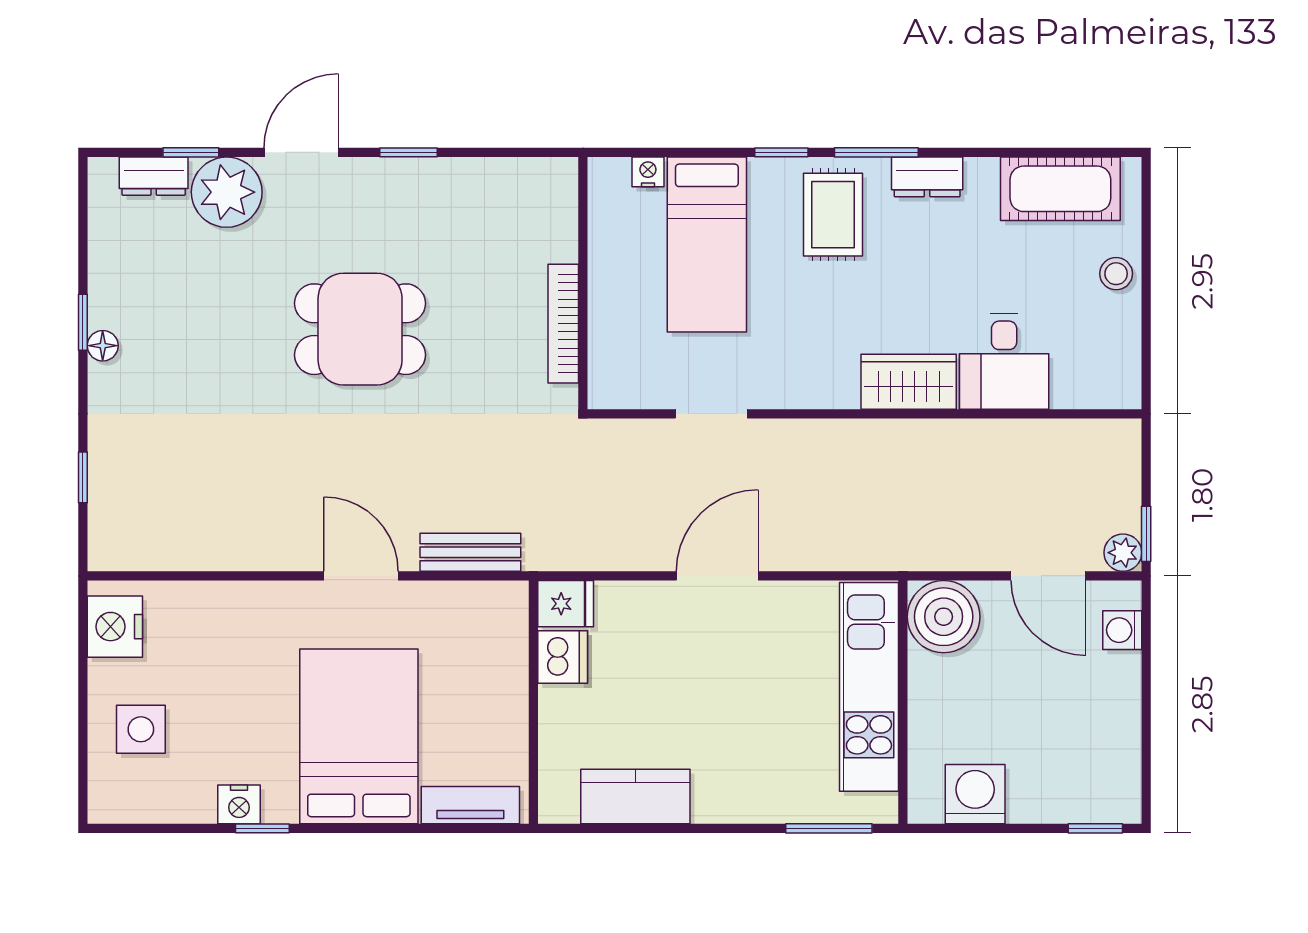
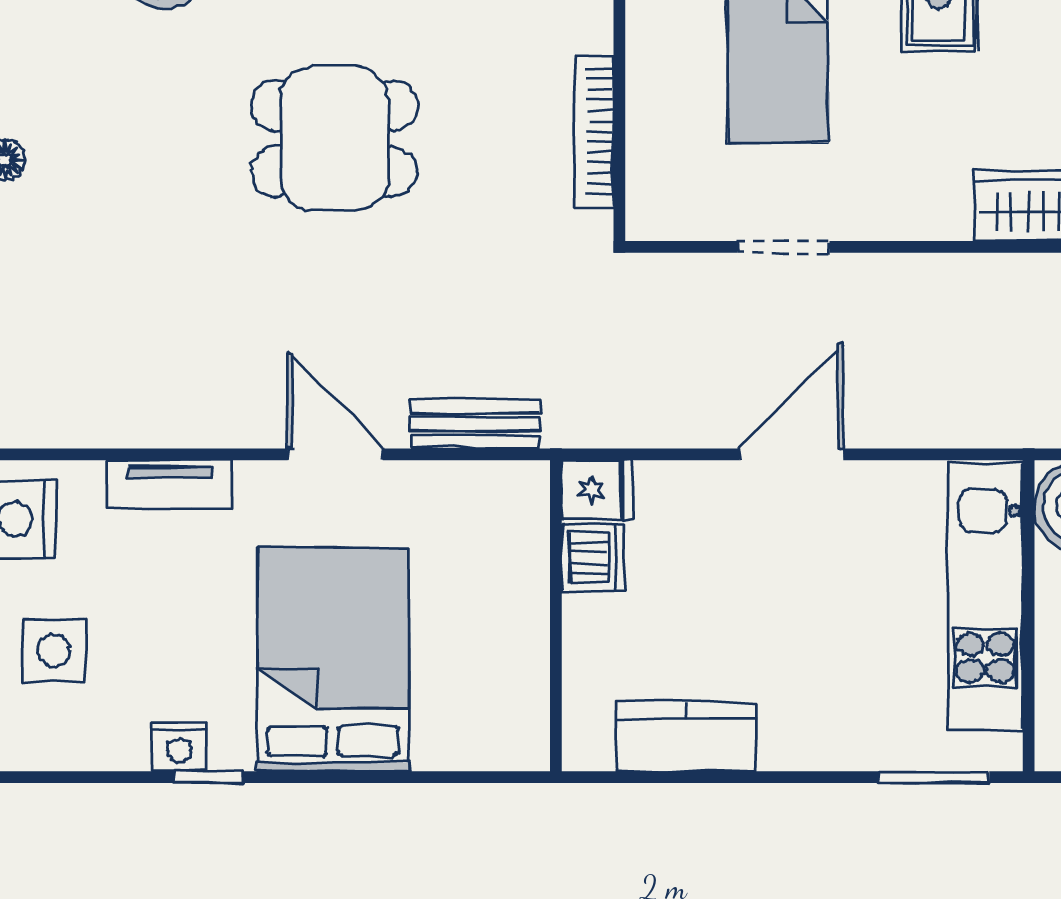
tv unit: (470, 805) -> (170, 484), moved, turned 180

